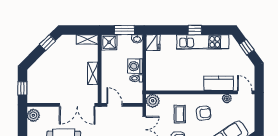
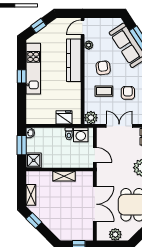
shelving: (87, 39) -> (31, 195), moved
fridge: (153, 43) -> (64, 117), moved
washing machine: (135, 66) -> (81, 135), moved
kitchen counter: (219, 83) -> (74, 60), width x1.50
double door: (77, 105) -> (95, 204), moved
door: (115, 105) -> (95, 155), swing flipped
plant: (33, 115) -> (115, 234), moved

